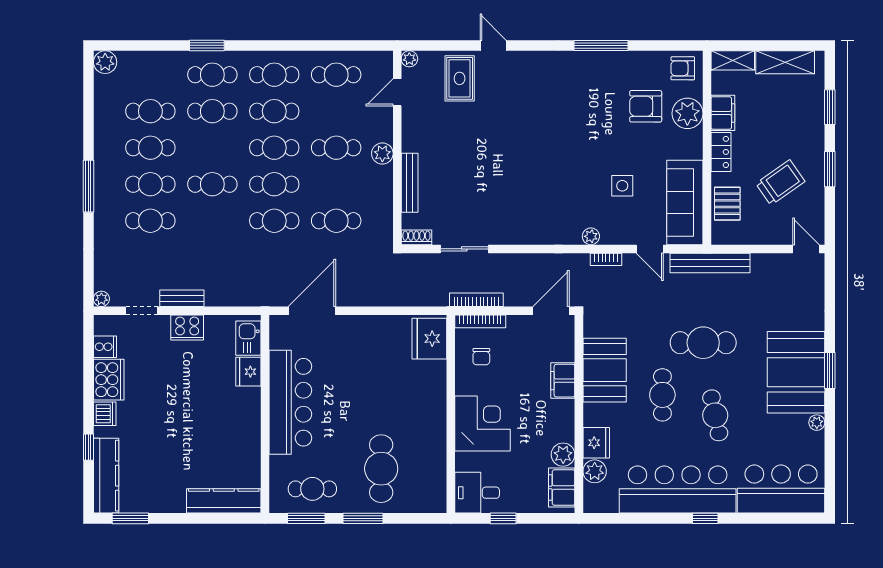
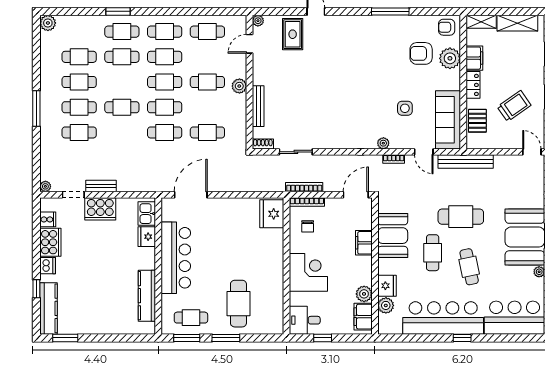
cooker: (187, 328) -> (100, 209), width x1.37, depth x1.31
kitchen counter: (224, 501) -> (147, 296), moved, turned -90

